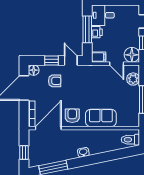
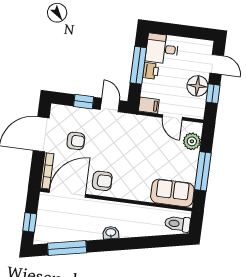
floor lamp: (132, 55) -> (197, 86), moved
floor lamp: (34, 70) -> (57, 112), removed
armchair: (55, 81) -> (76, 141), moved
armchair: (72, 116) -> (102, 181), turned 90
sofa: (101, 118) -> (172, 193), moved

